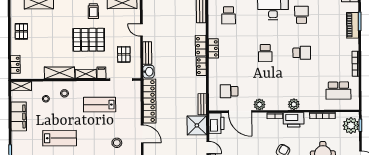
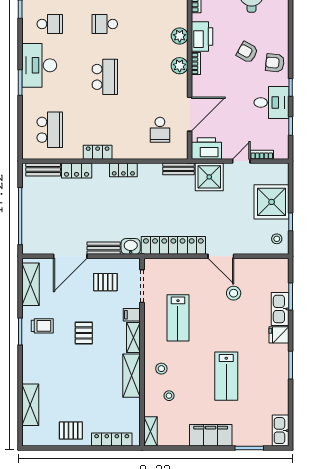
school desk: (229, 15) -> (50, 130), width x1.85
school desk: (301, 15) -> (50, 24), turned 180
door: (141, 30) -> (70, 256), width x1.88
pallet: (89, 40) -> (84, 333), width x0.49, depth x0.50
locker: (201, 46) -> (77, 171), moved
school desk: (265, 53) -> (105, 77), width x1.85
school desk: (302, 53) -> (105, 24), turned -90
locker: (15, 64) -> (112, 440), width x1.53
plant: (259, 105) -> (180, 66), moved
filing cabinet: (19, 116) -> (211, 435), moved
door: (142, 134) -> (221, 256), swing flipped
lab bench: (60, 138) -> (226, 376), turned 180

